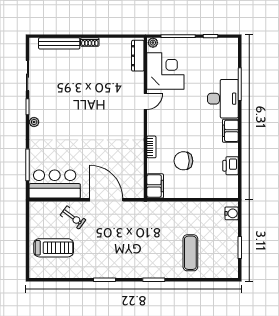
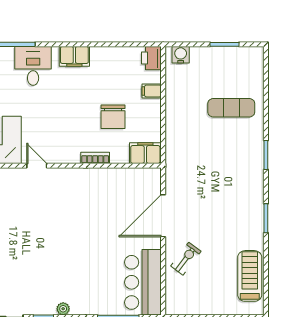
desk: (223, 99) -> (33, 66), width x0.73
printer: (231, 166) -> (151, 58), moved, turned 90
filing cabinet: (203, 191) -> (152, 91), added
treadmill: (54, 248) -> (250, 276), moved

